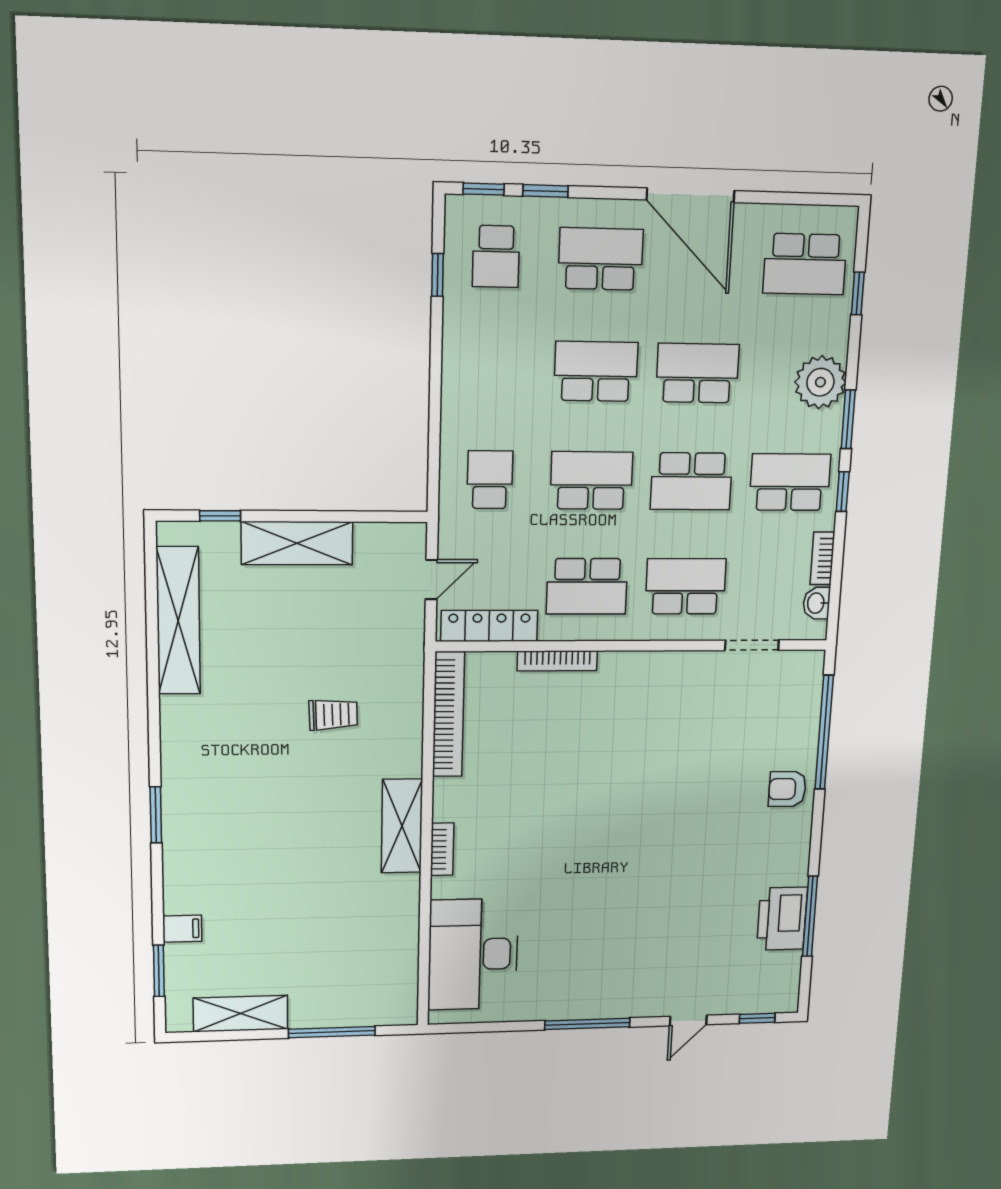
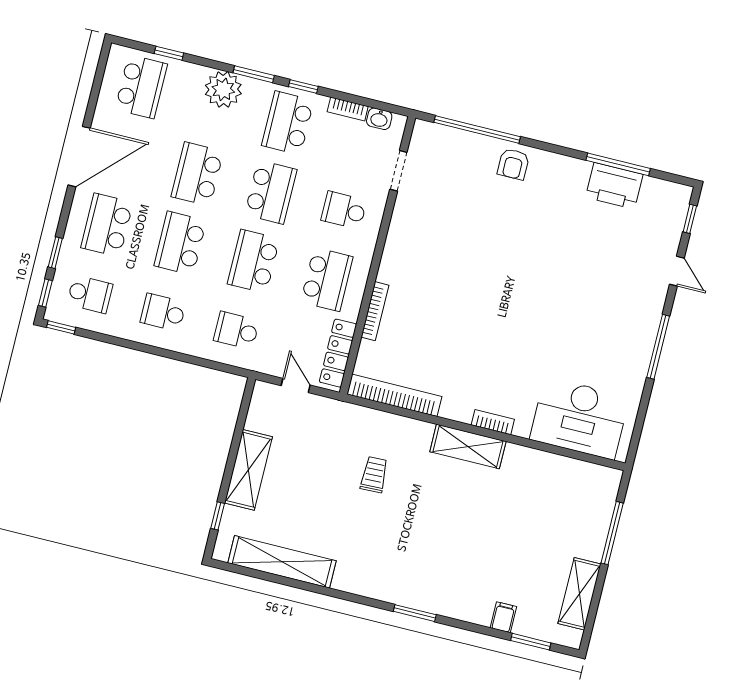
window: (437, 275) -> (61, 327), moved
school desk: (493, 370) -> (163, 312), added
school desk: (686, 586) -> (344, 210), width x0.54

